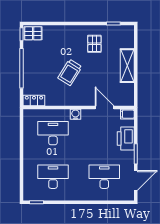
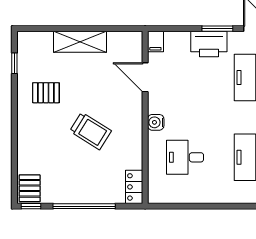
door: (104, 108) -> (145, 77), hinge flipped
desk: (53, 133) -> (185, 157), width x0.73
printer: (126, 138) -> (209, 44), moved

